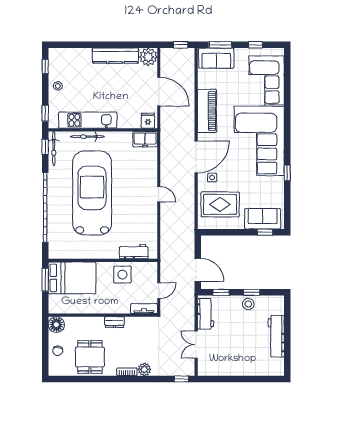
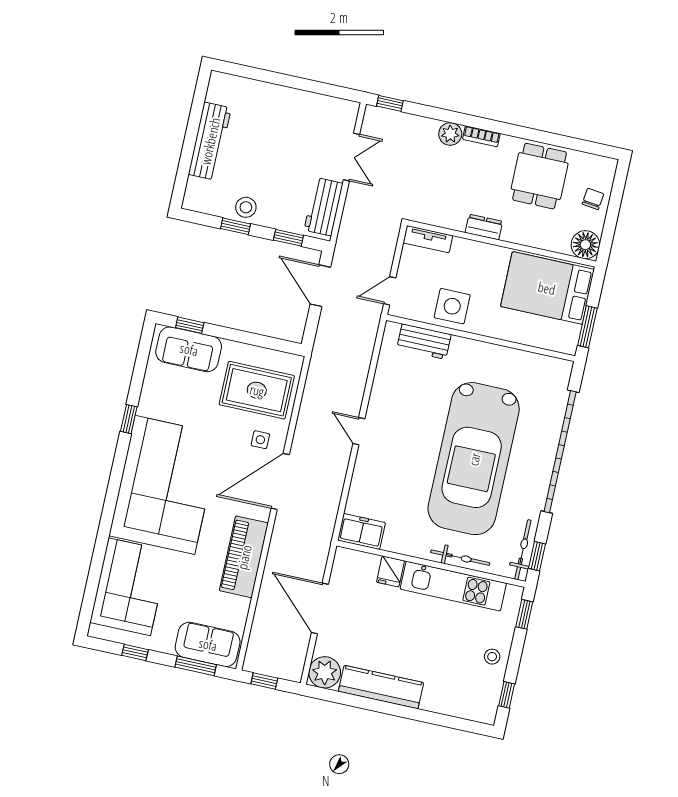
fridge: (148, 121) -> (391, 571), moved
bed: (72, 278) -> (547, 288), moved
door: (159, 291) -> (390, 291), moved

